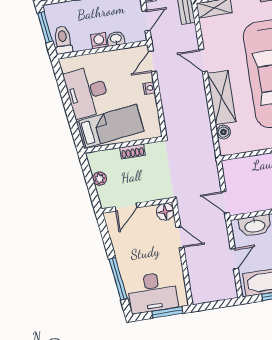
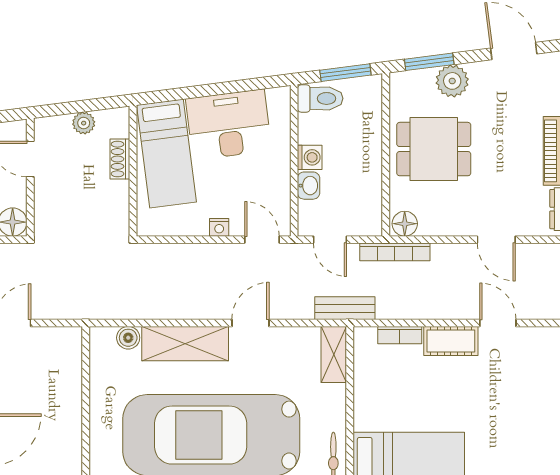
shoe rack: (133, 151) -> (120, 159), moved

